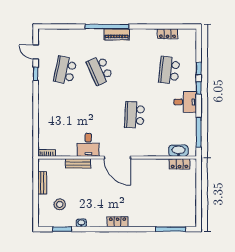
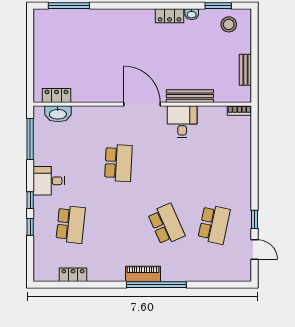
bench: (78, 163) -> (190, 96), width x1.36
stool: (60, 204) -> (229, 24), moved
locker: (118, 222) -> (169, 16), moved

